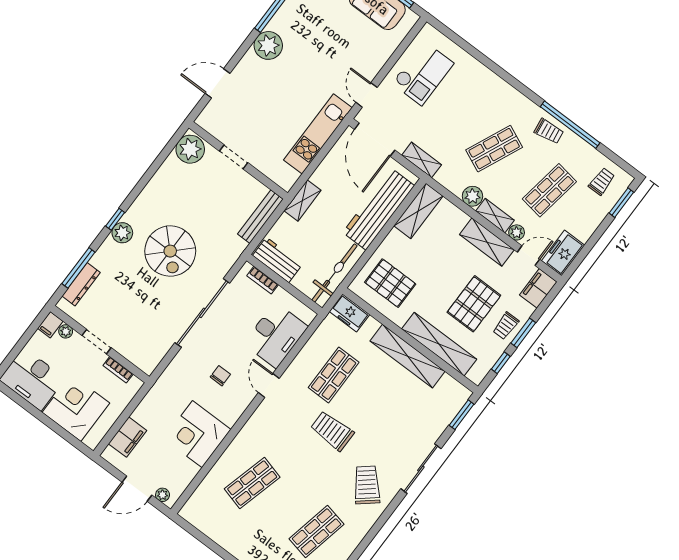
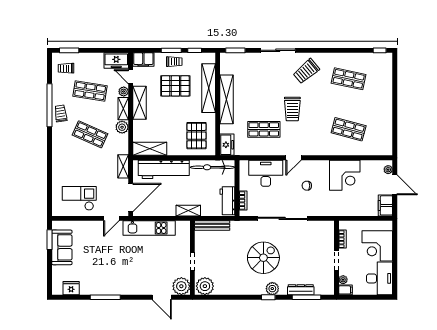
plant: (268, 45) -> (181, 286), moved
dresser: (81, 284) -> (301, 290), moved
filing cabinet: (127, 437) -> (385, 205), moved, turned -90

